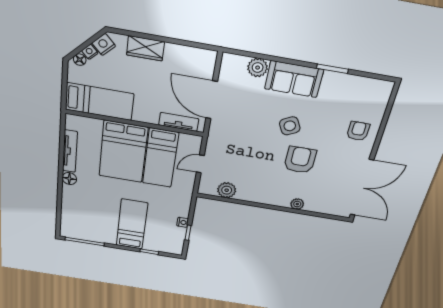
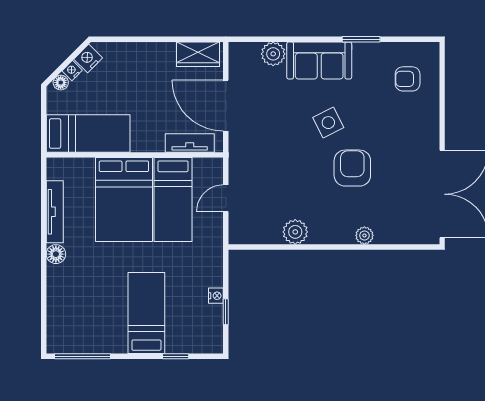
wardrobe: (145, 48) -> (198, 54), moved
armchair: (358, 131) -> (408, 79), moved, turned -90
plant: (227, 190) -> (295, 232), moved

